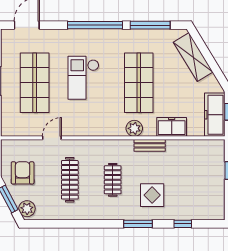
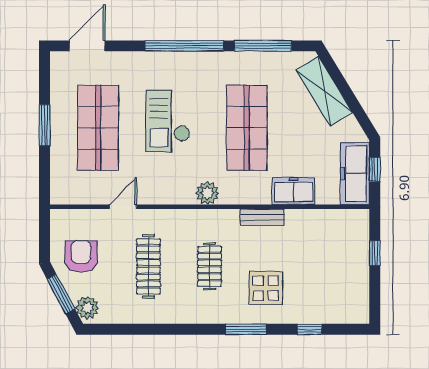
plant: (134, 128) -> (207, 193), moved

